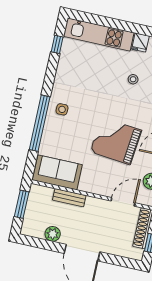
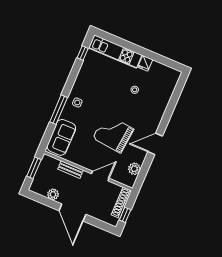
window: (40, 123) -> (59, 110), width x0.68
sofa: (57, 172) -> (61, 137), moved, turned 90
door: (123, 202) -> (100, 176), moved

